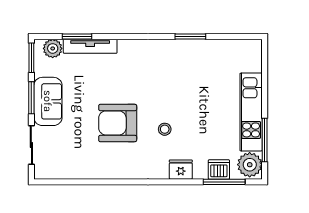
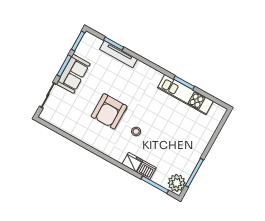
plant: (53, 48) -> (94, 43), removed
kitchen unit: (251, 112) -> (185, 94), moved, turned -90
armchair: (118, 123) -> (109, 111), turned -90
dishwasher: (219, 169) -> (147, 170), moved

